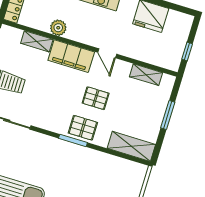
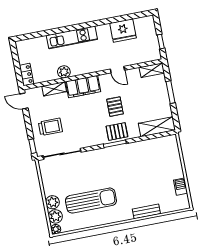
door: (107, 53) -> (117, 70), moved
shelving: (146, 75) -> (152, 70), moved
pallet: (96, 98) -> (115, 107), turned 90

